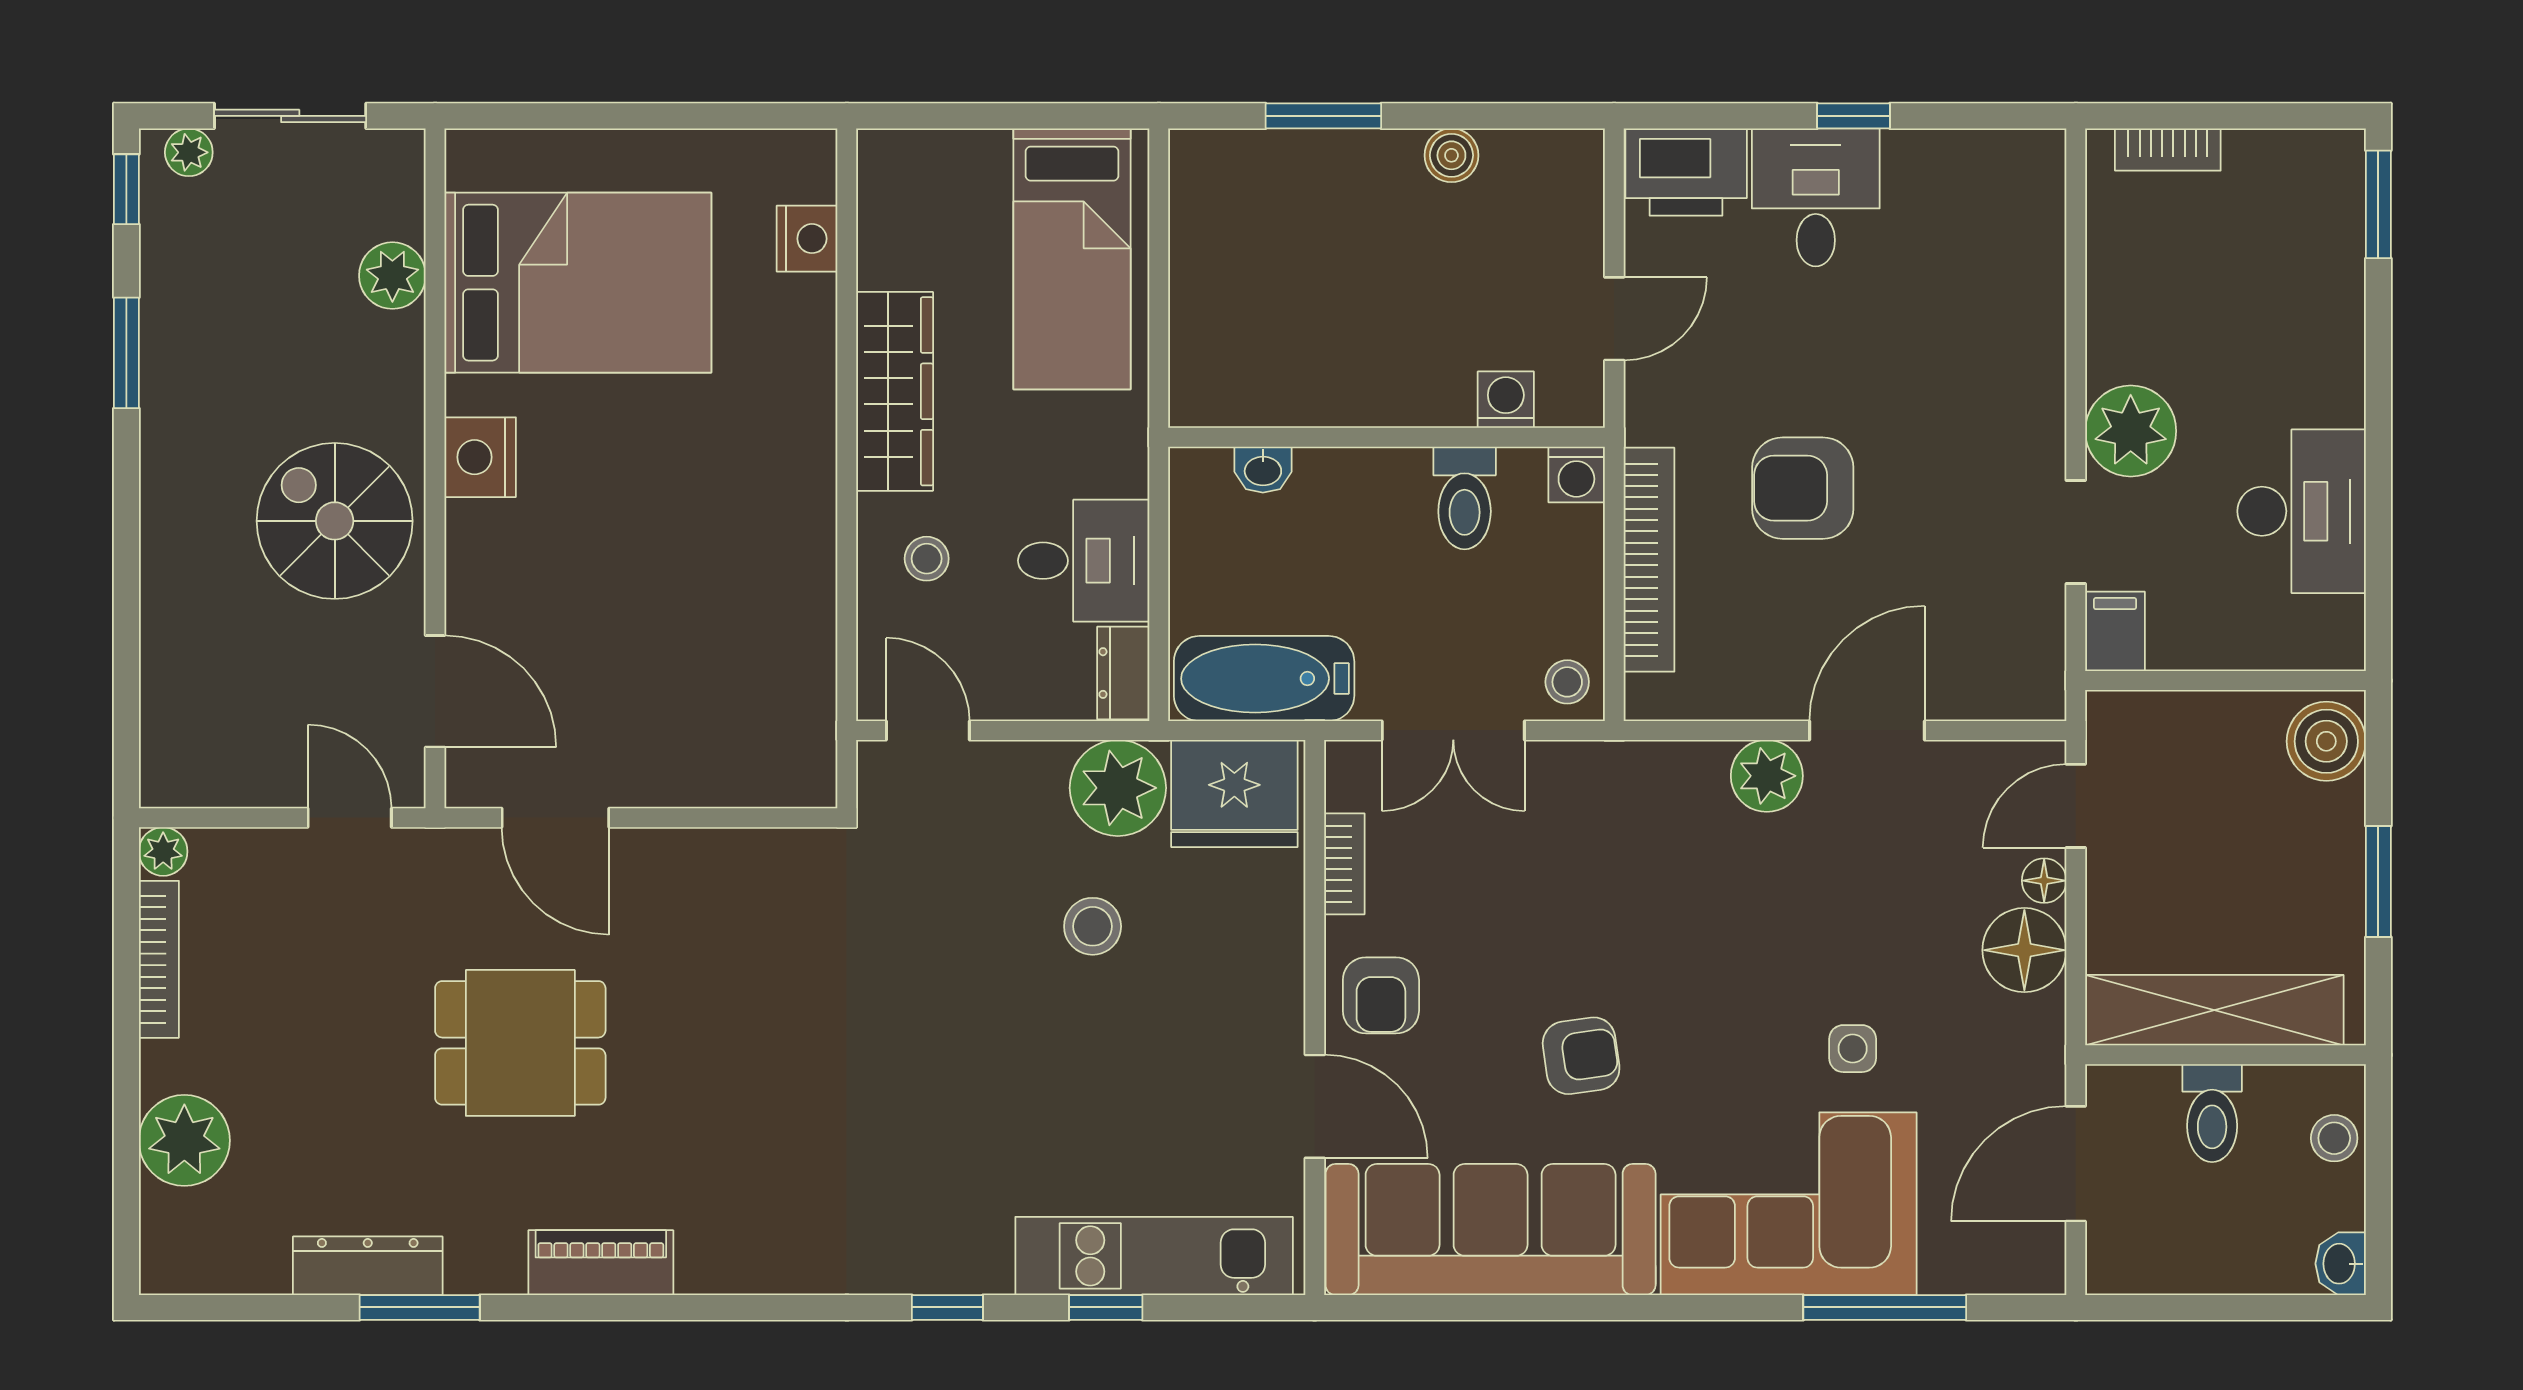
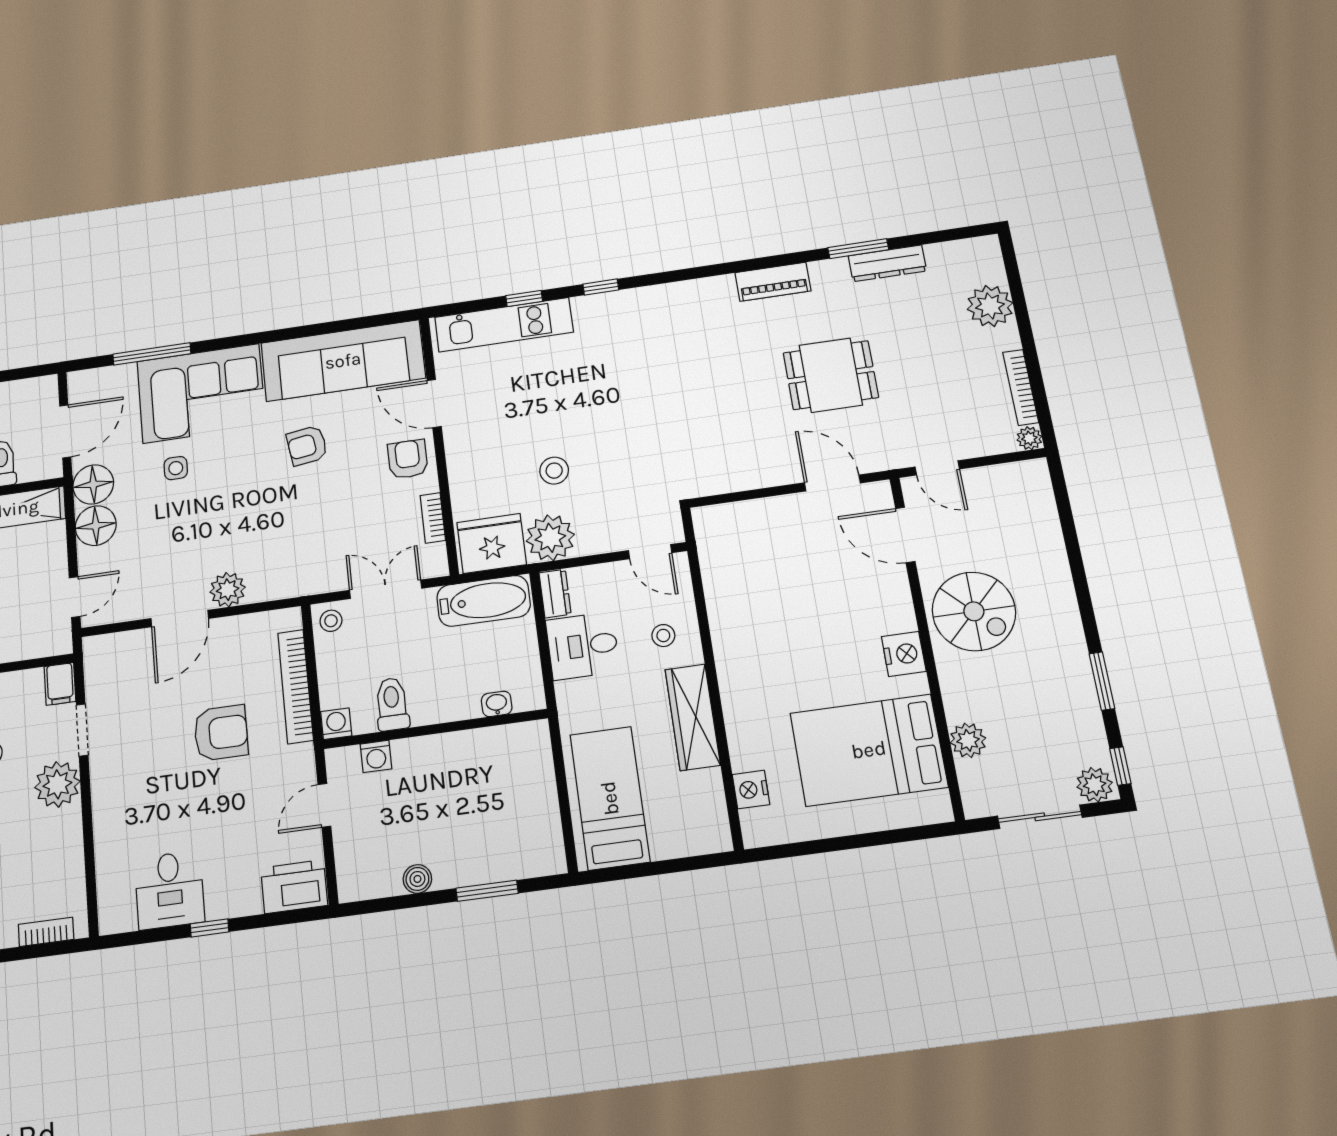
plant: (189, 152) -> (1095, 785), width x1.38, depth x1.38
desk: (1816, 197) -> (170, 890), moved
floor lamp: (2044, 881) -> (93, 484), moved, width x1.89, depth x1.89

